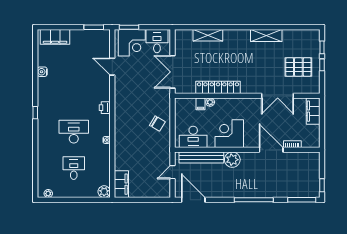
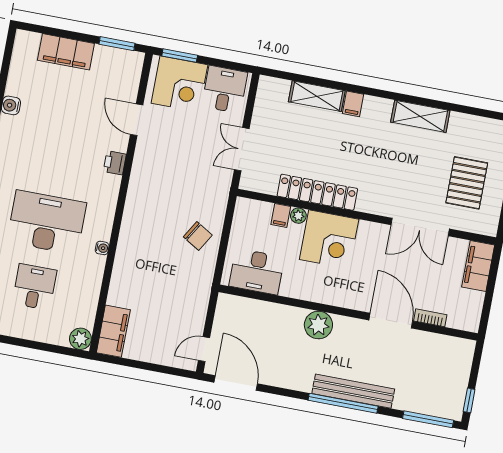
filing cabinet: (228, 36) -> (353, 104), added
filing cabinet: (55, 37) -> (66, 52), moved
pallet: (298, 67) -> (467, 183), turned 90
double door: (172, 72) -> (242, 149), width x0.73
printer: (105, 108) -> (115, 163), moved
desk: (74, 132) -> (47, 222), width x1.36, depth x1.30
corner desk: (229, 134) -> (329, 239), moved, turned 180
bench: (201, 157) -> (353, 391), moved
door: (172, 172) -> (204, 349), moved

